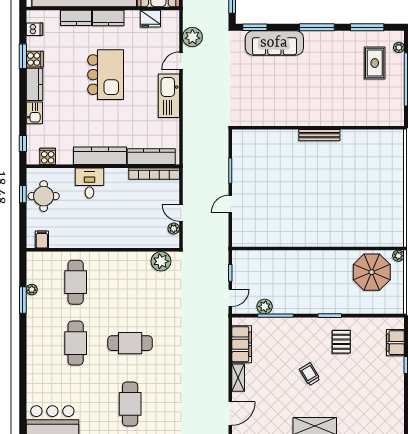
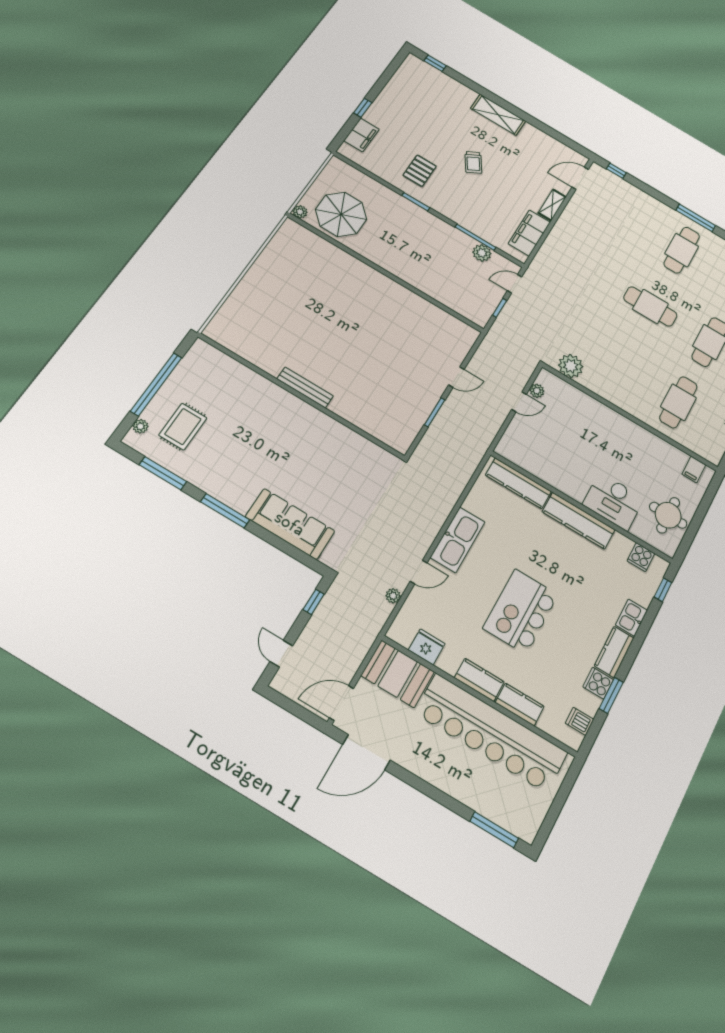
window: (255, 27) -> (302, 557), removed
plant: (192, 37) -> (393, 596), width x0.53, depth x0.53
bookcase: (154, 174) -> (526, 463), removed
desk: (89, 183) -> (613, 501), width x1.37
window: (23, 194) -> (691, 532), removed
door: (181, 213) -> (519, 402), hinge flipped

